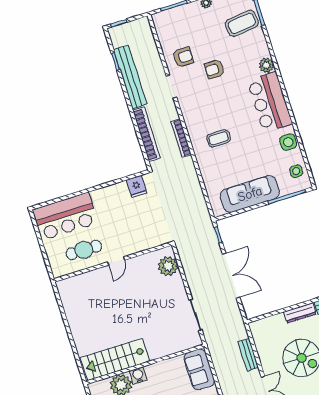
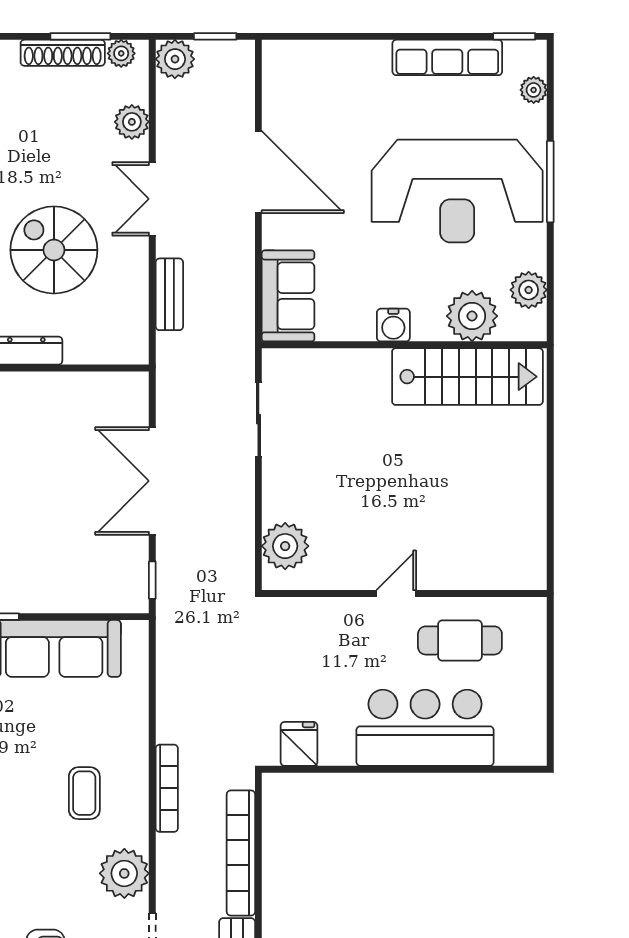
plant: (192, 111) -> (124, 873), added
bookcase: (181, 138) -> (167, 788), moved
coffee table: (219, 138) -> (84, 793), turned 90
bar counter: (65, 216) -> (425, 728), moved
water cooler: (138, 375) -> (393, 325), moved

